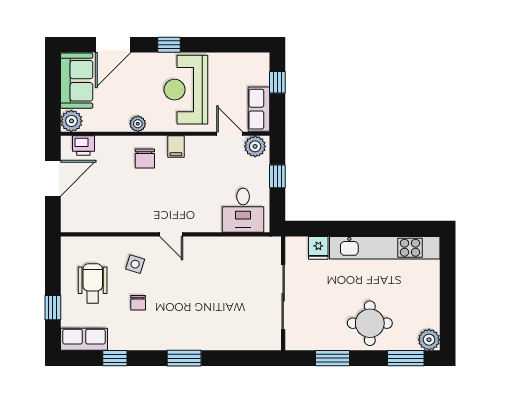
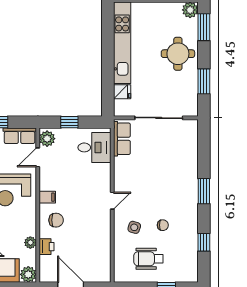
plant: (138, 124) -> (30, 243), moved
printer: (83, 146) -> (47, 247), moved
row of seats: (84, 339) -> (122, 139), moved, turned 180

